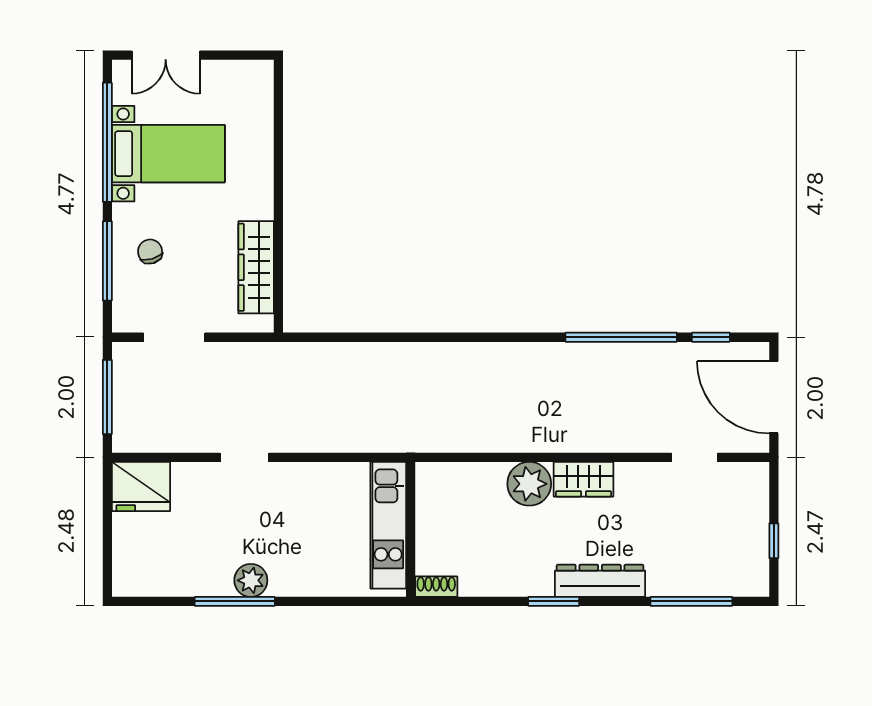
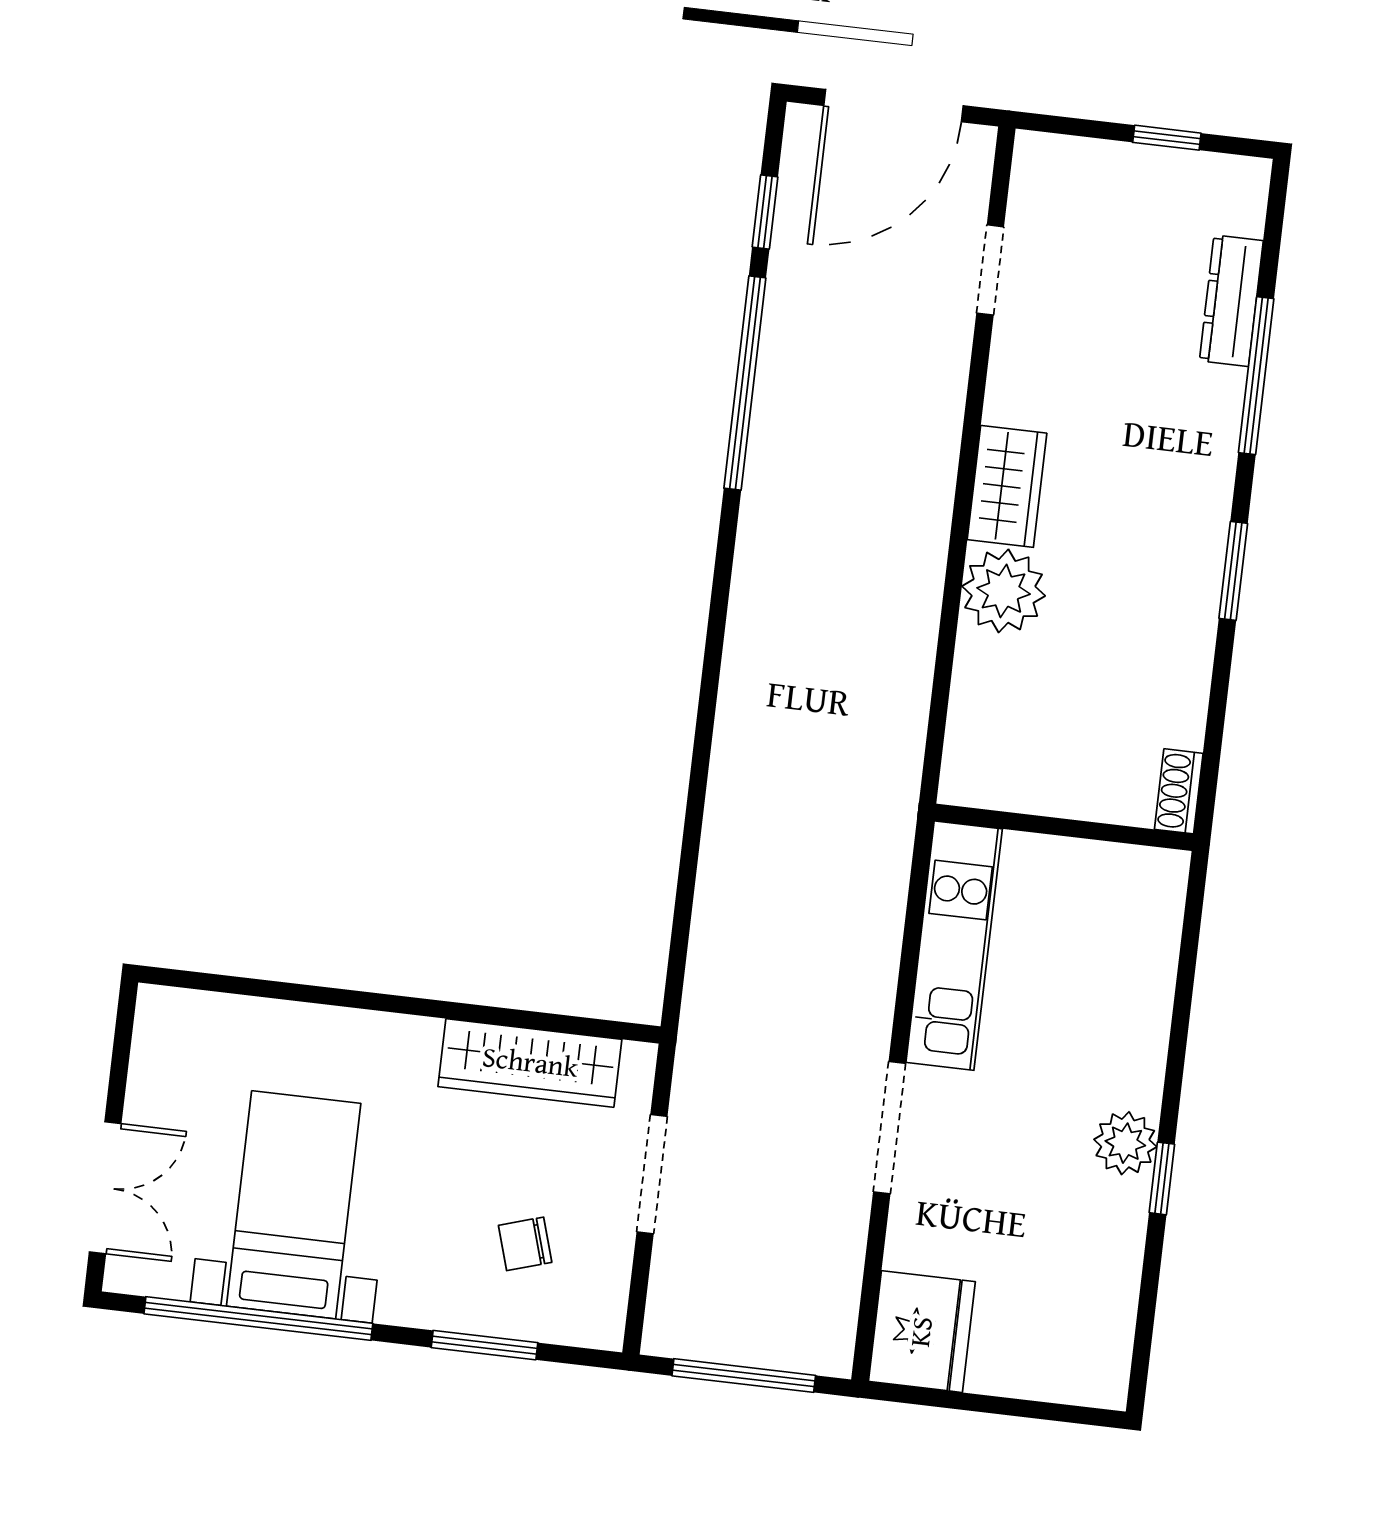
chair: (150, 252) -> (525, 1244), moved
window: (107, 261) -> (484, 1345), width x0.69
doorway: (174, 337) -> (652, 1174), moved
doorway: (245, 457) -> (889, 1128), width x1.38
kitchen unit: (388, 525) -> (954, 946), moved, turned -90
dresser: (600, 581) -> (1231, 301), moved, width x0.73, depth x0.80
window: (235, 601) -> (1162, 1178), width x0.46
window: (691, 601) -> (1256, 376), moved

